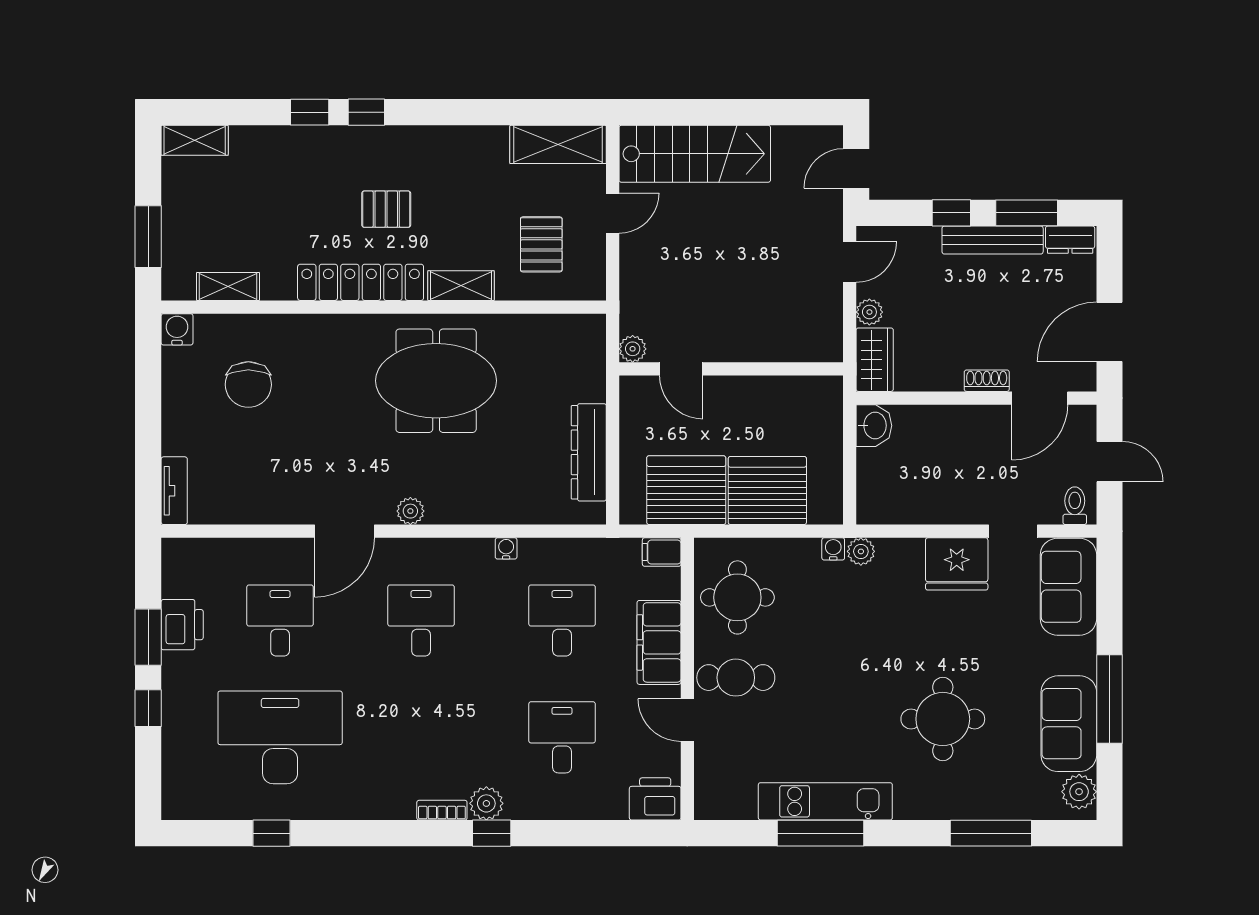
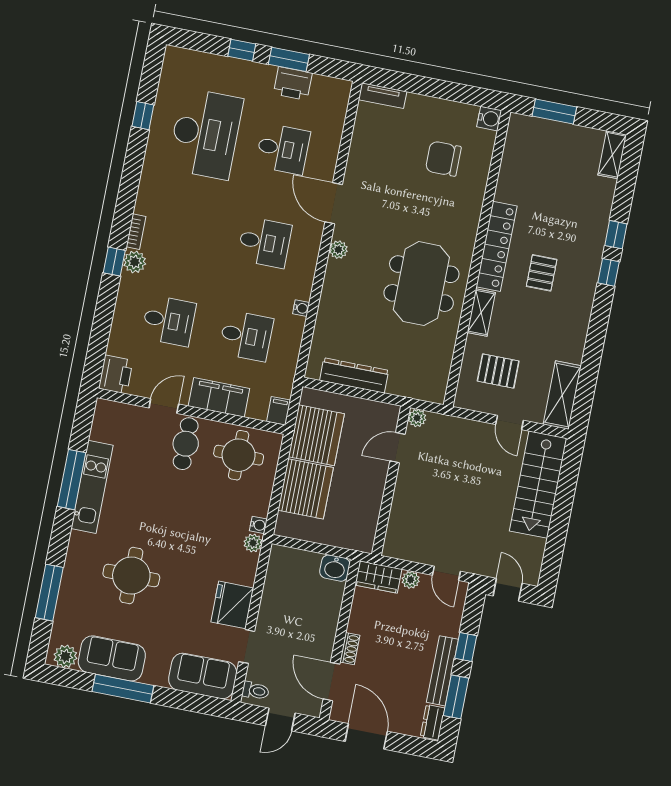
shelving: (228, 286) -> (511, 158), removed

